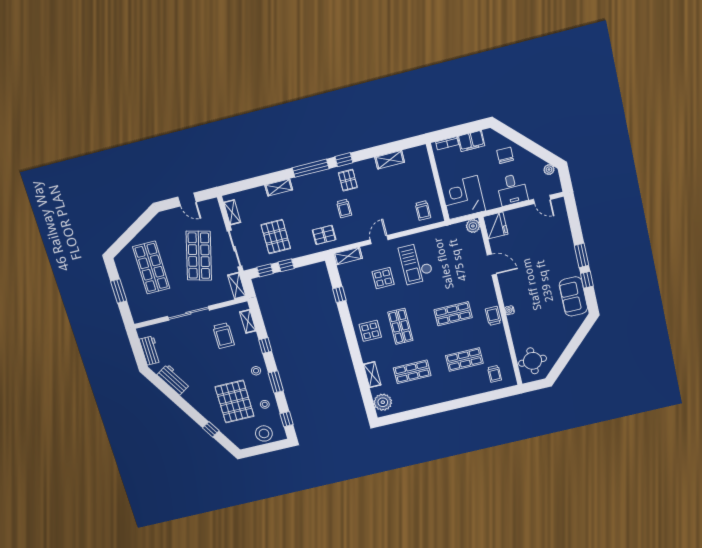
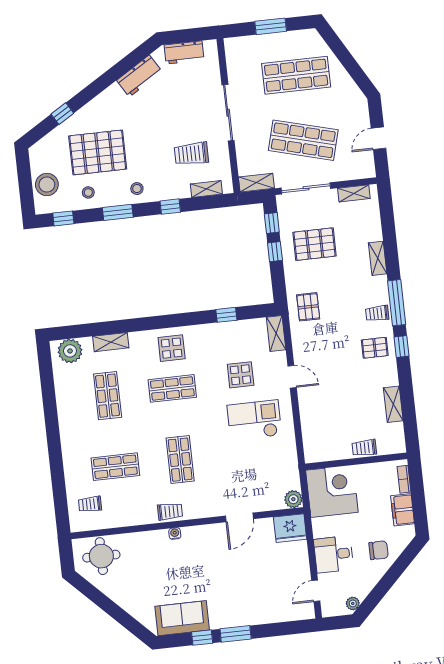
trolley: (344, 208) -> (377, 313), moved
trolley: (423, 210) -> (364, 448), moved
shop shelf: (464, 359) -> (115, 467), turned 90

